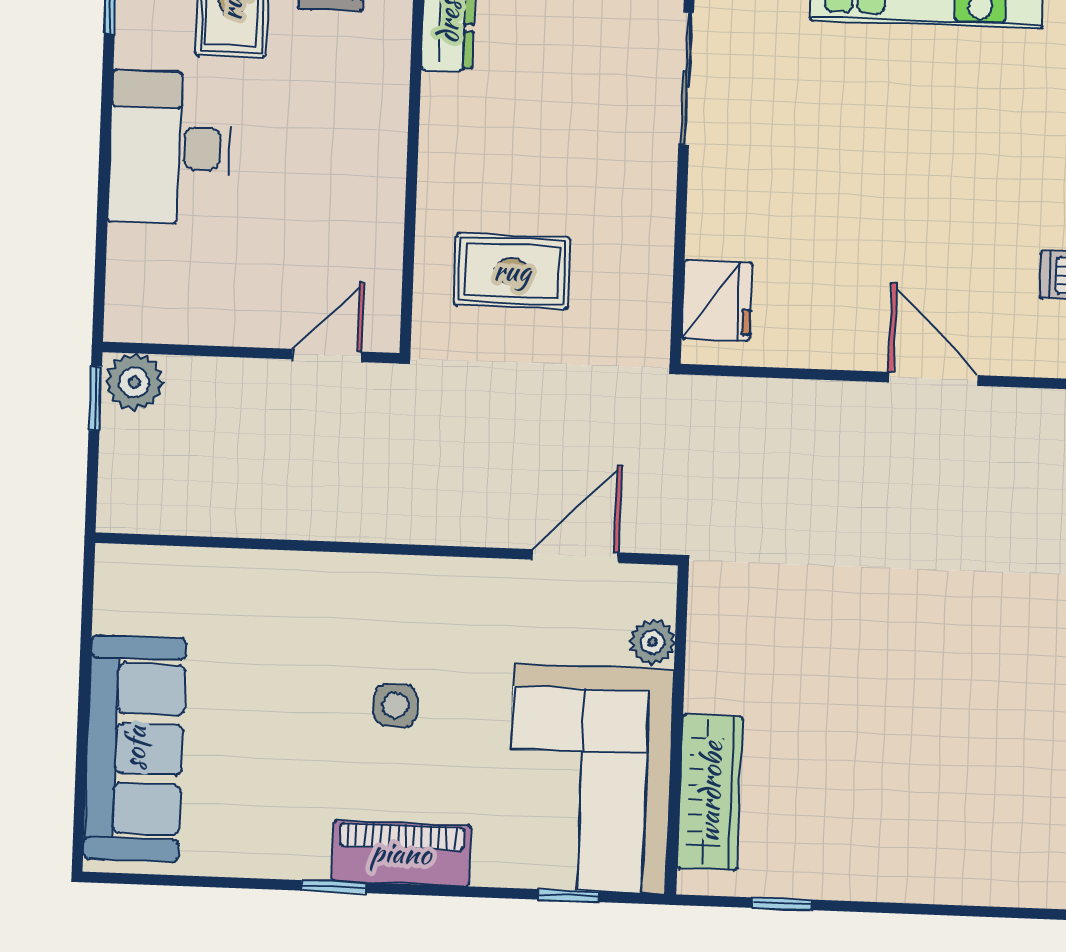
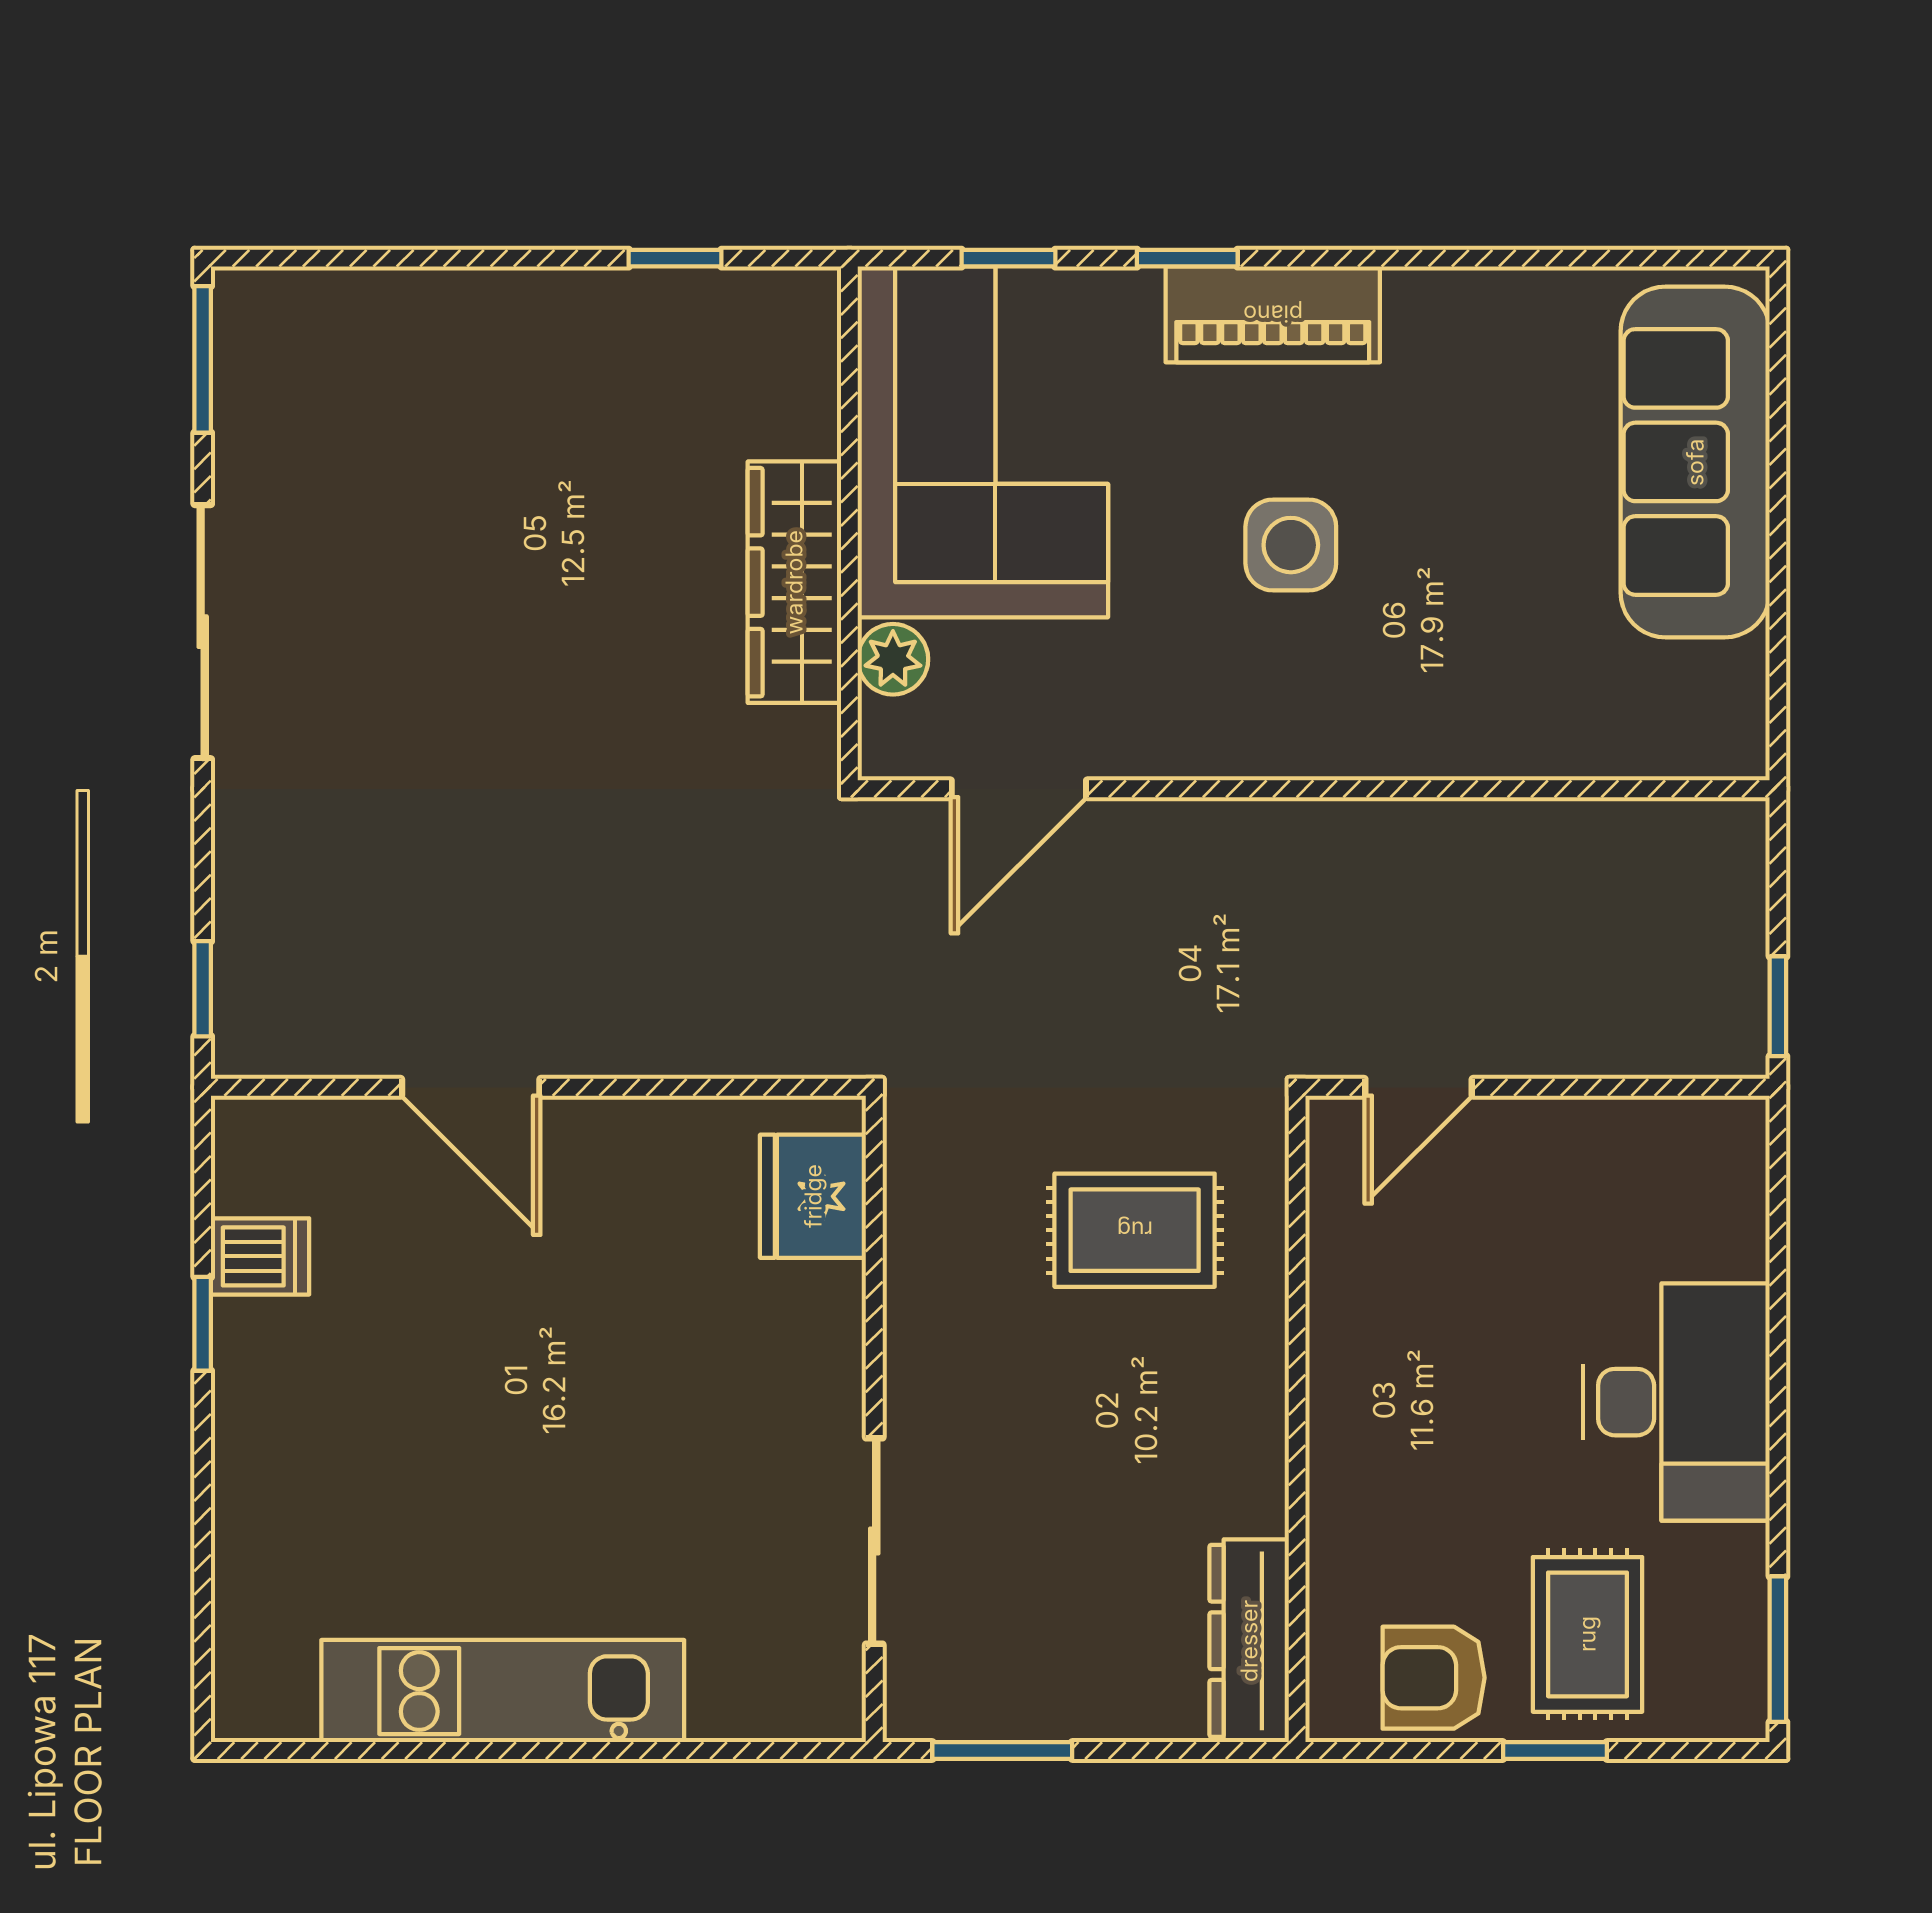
plant: (134, 382) -> (1718, 1034), removed
side table: (395, 705) -> (1291, 545), width x1.37, depth x1.37
wardrobe: (710, 792) -> (794, 582), moved
window: (334, 887) -> (1187, 258), moved

